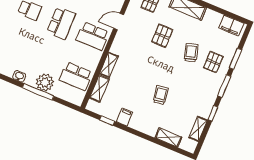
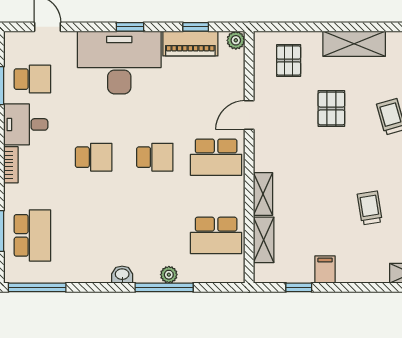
school desk: (61, 23) -> (155, 157), width x0.54
plant: (45, 82) -> (169, 275), width x0.53, depth x0.53

